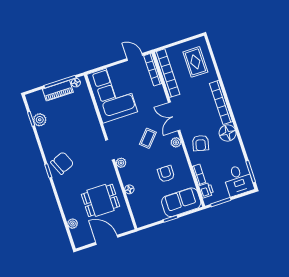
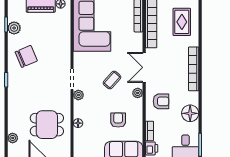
floor lamp: (228, 133) -> (190, 113), moved
armchair: (201, 143) -> (161, 101), turned -104
chair: (62, 163) -> (26, 56), moved

